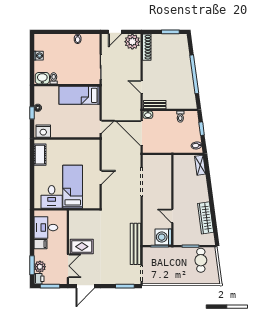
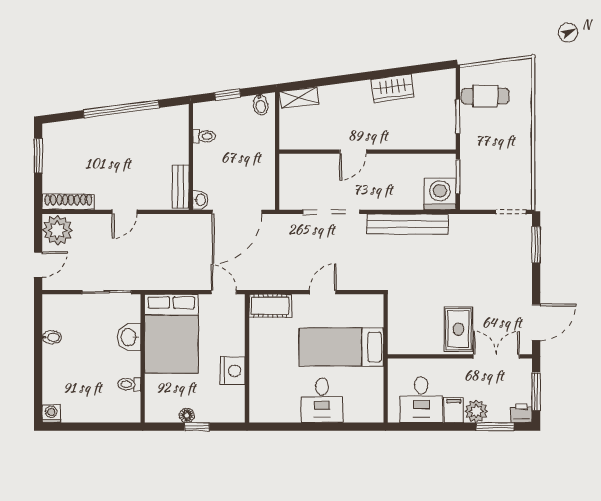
door: (115, 32) -> (38, 264), hinge flipped
washing machine: (39, 56) -> (51, 414), moved
washbasin: (42, 78) -> (129, 337), moved
door: (142, 87) -> (125, 212), moved
bed: (79, 95) -> (171, 334), width x1.50
nightstand: (43, 131) -> (233, 371), moved
cot: (40, 155) -> (270, 306), moved
door: (101, 177) -> (323, 292), hinge flipped
desk: (52, 197) -> (322, 400), moved, turned 90
door: (172, 216) -> (353, 152), moved
wardrobe: (206, 218) -> (392, 88), width x0.67
washing machine: (163, 237) -> (440, 194), moved, turned 180
bench: (136, 244) -> (408, 224), moved
plant: (40, 267) -> (476, 411), moved
door: (85, 286) -> (536, 322), hinge flipped

